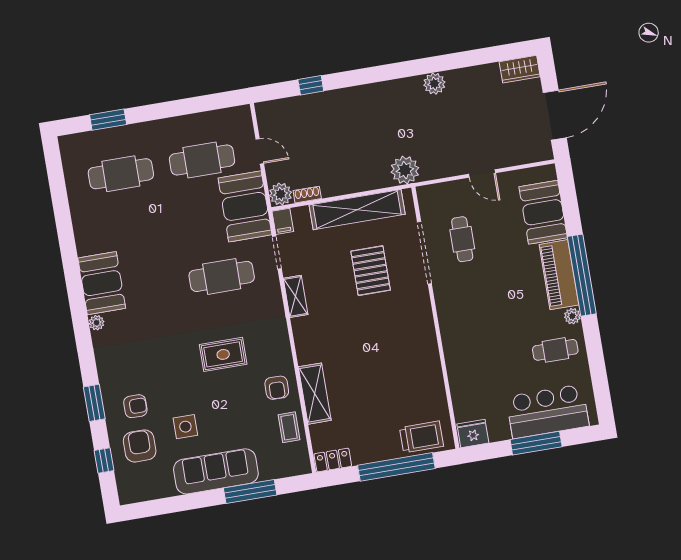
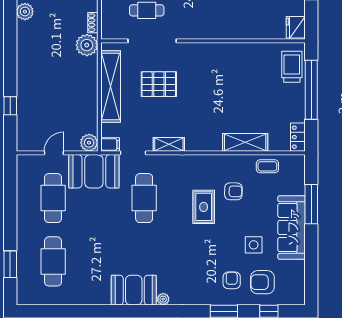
shoe rack: (307, 195) -> (93, 23), moved
armchair: (277, 388) -> (233, 191), moved

